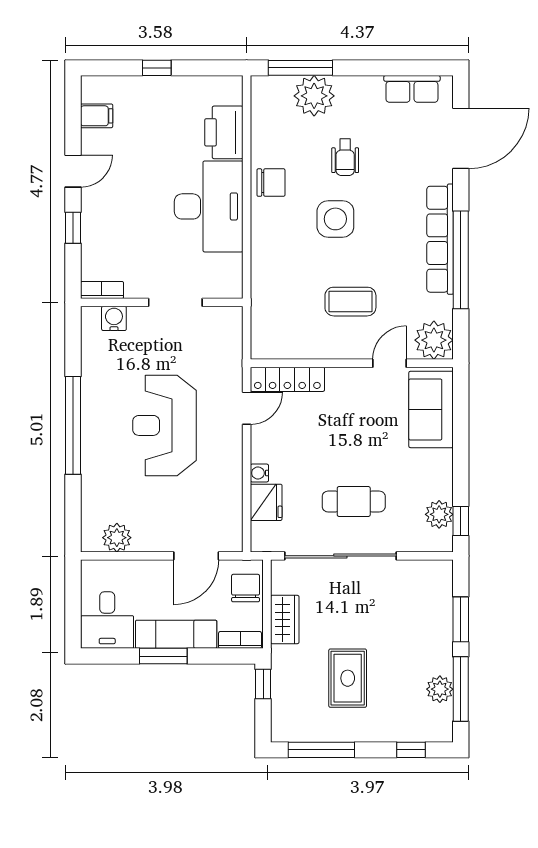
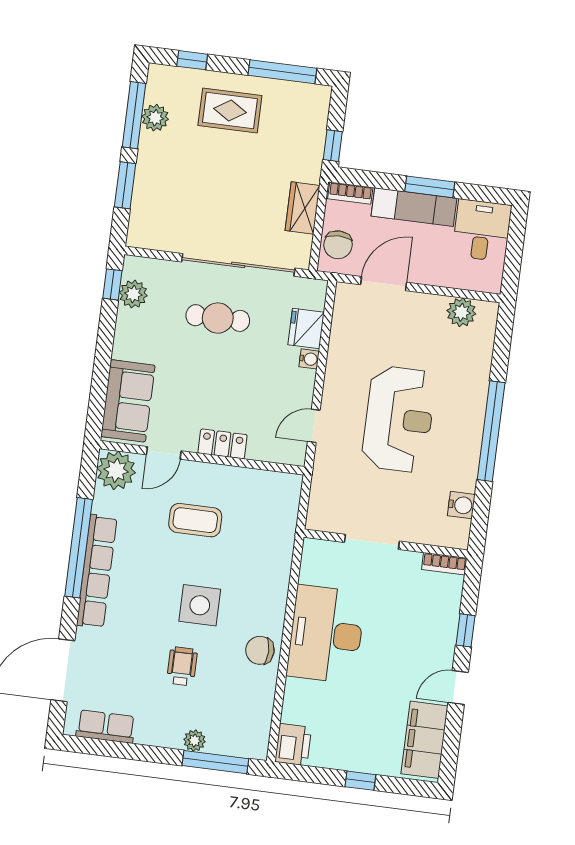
plant: (314, 96) -> (195, 741), width x0.53, depth x0.53
filing cabinet: (97, 116) -> (425, 740), width x3.00, depth x1.17
printer: (224, 132) -> (293, 745), moved, width x0.73, depth x0.84
water cooler: (114, 318) -> (461, 505), moved, turned -90
locker: (287, 379) -> (223, 444), moved, width x0.66
rug: (348, 678) -> (230, 110), moved, turned 90

